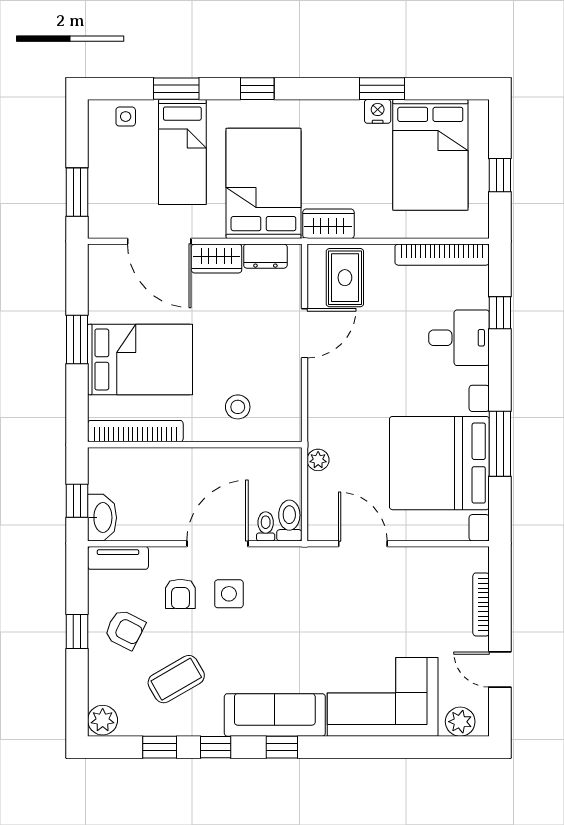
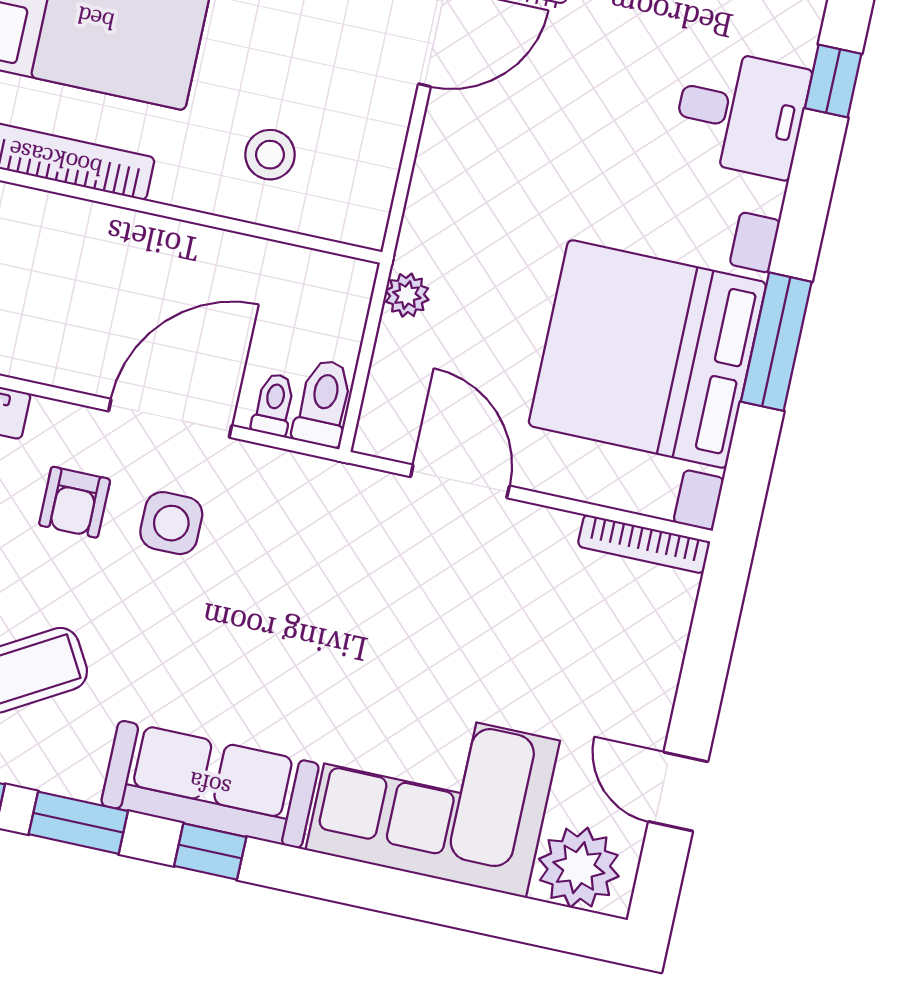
bookcase: (481, 604) -> (644, 544), moved, turned -90
plant: (460, 722) -> (579, 868), width x1.36, depth x1.36
window: (216, 747) -> (78, 823), width x1.50

